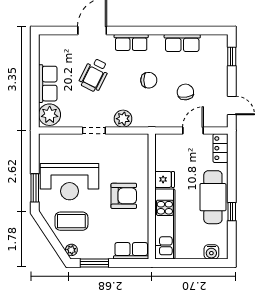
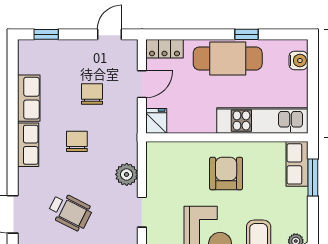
row of seats: (131, 42) -> (28, 145), moved
chair: (185, 92) -> (92, 94), turned 98
door: (193, 131) -> (142, 84), swing flipped
fridge: (165, 179) -> (156, 121), moved
window: (94, 263) -> (313, 177), moved

